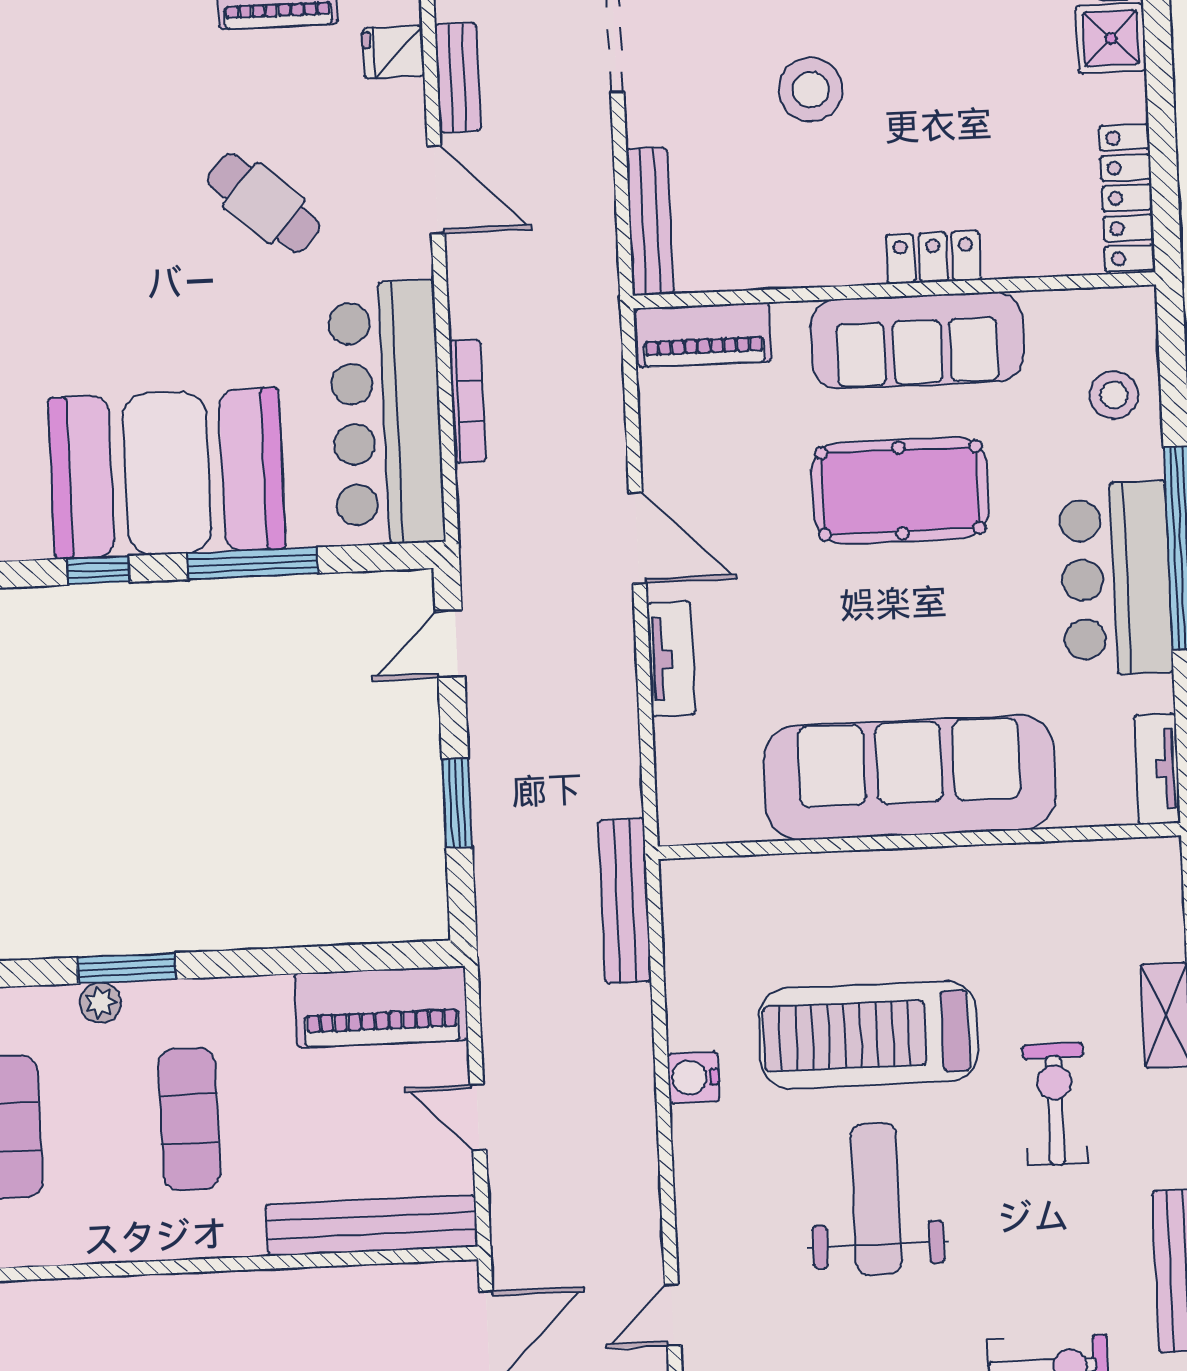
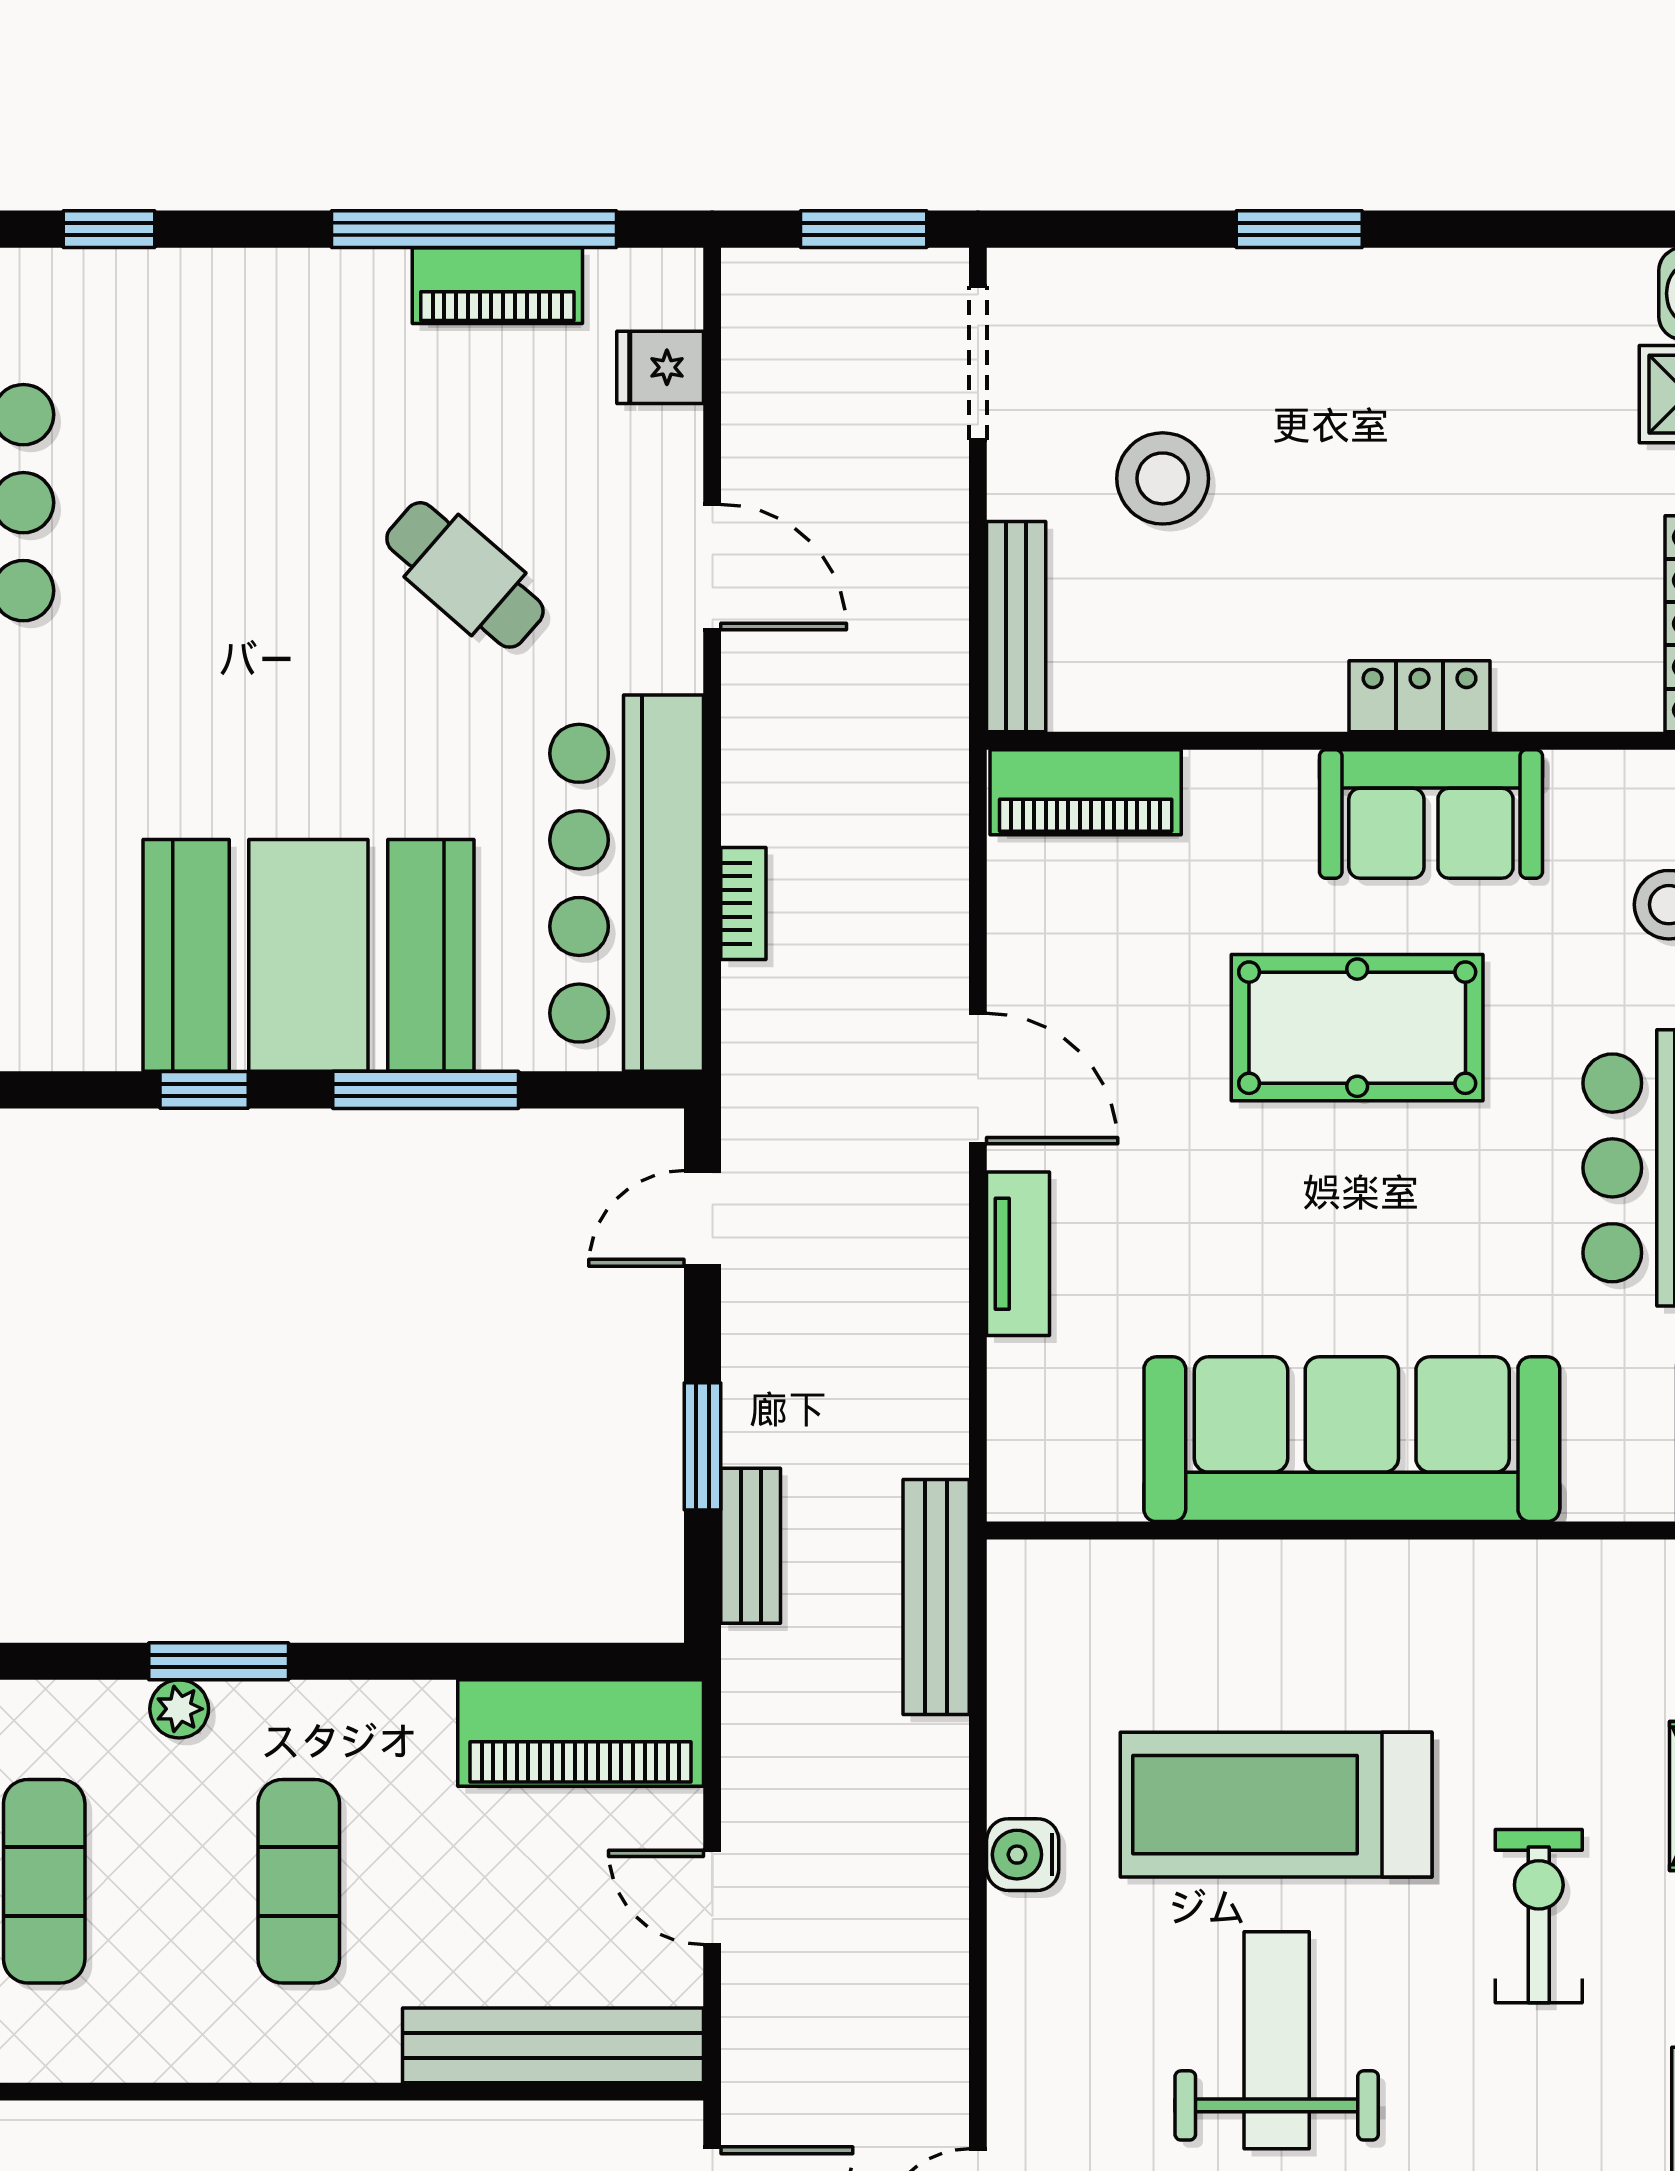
bench: (458, 77) -> (751, 1546), moved
stool: (811, 90) -> (1163, 478), moved
sofa: (917, 340) -> (1431, 814), width x0.73
bookcase: (467, 401) -> (743, 903), width x0.64

